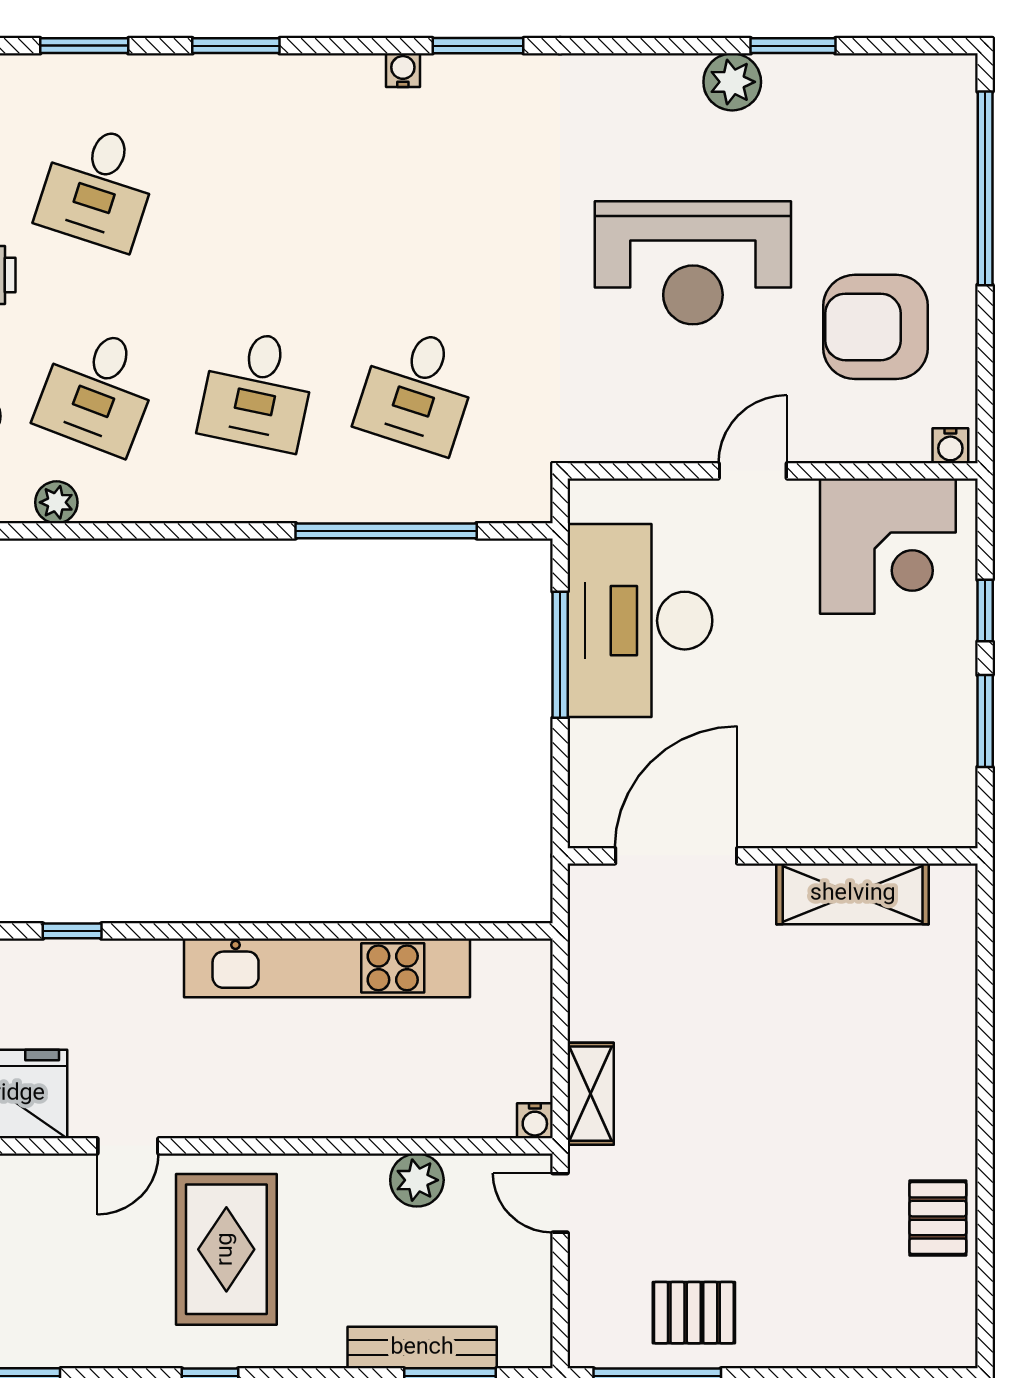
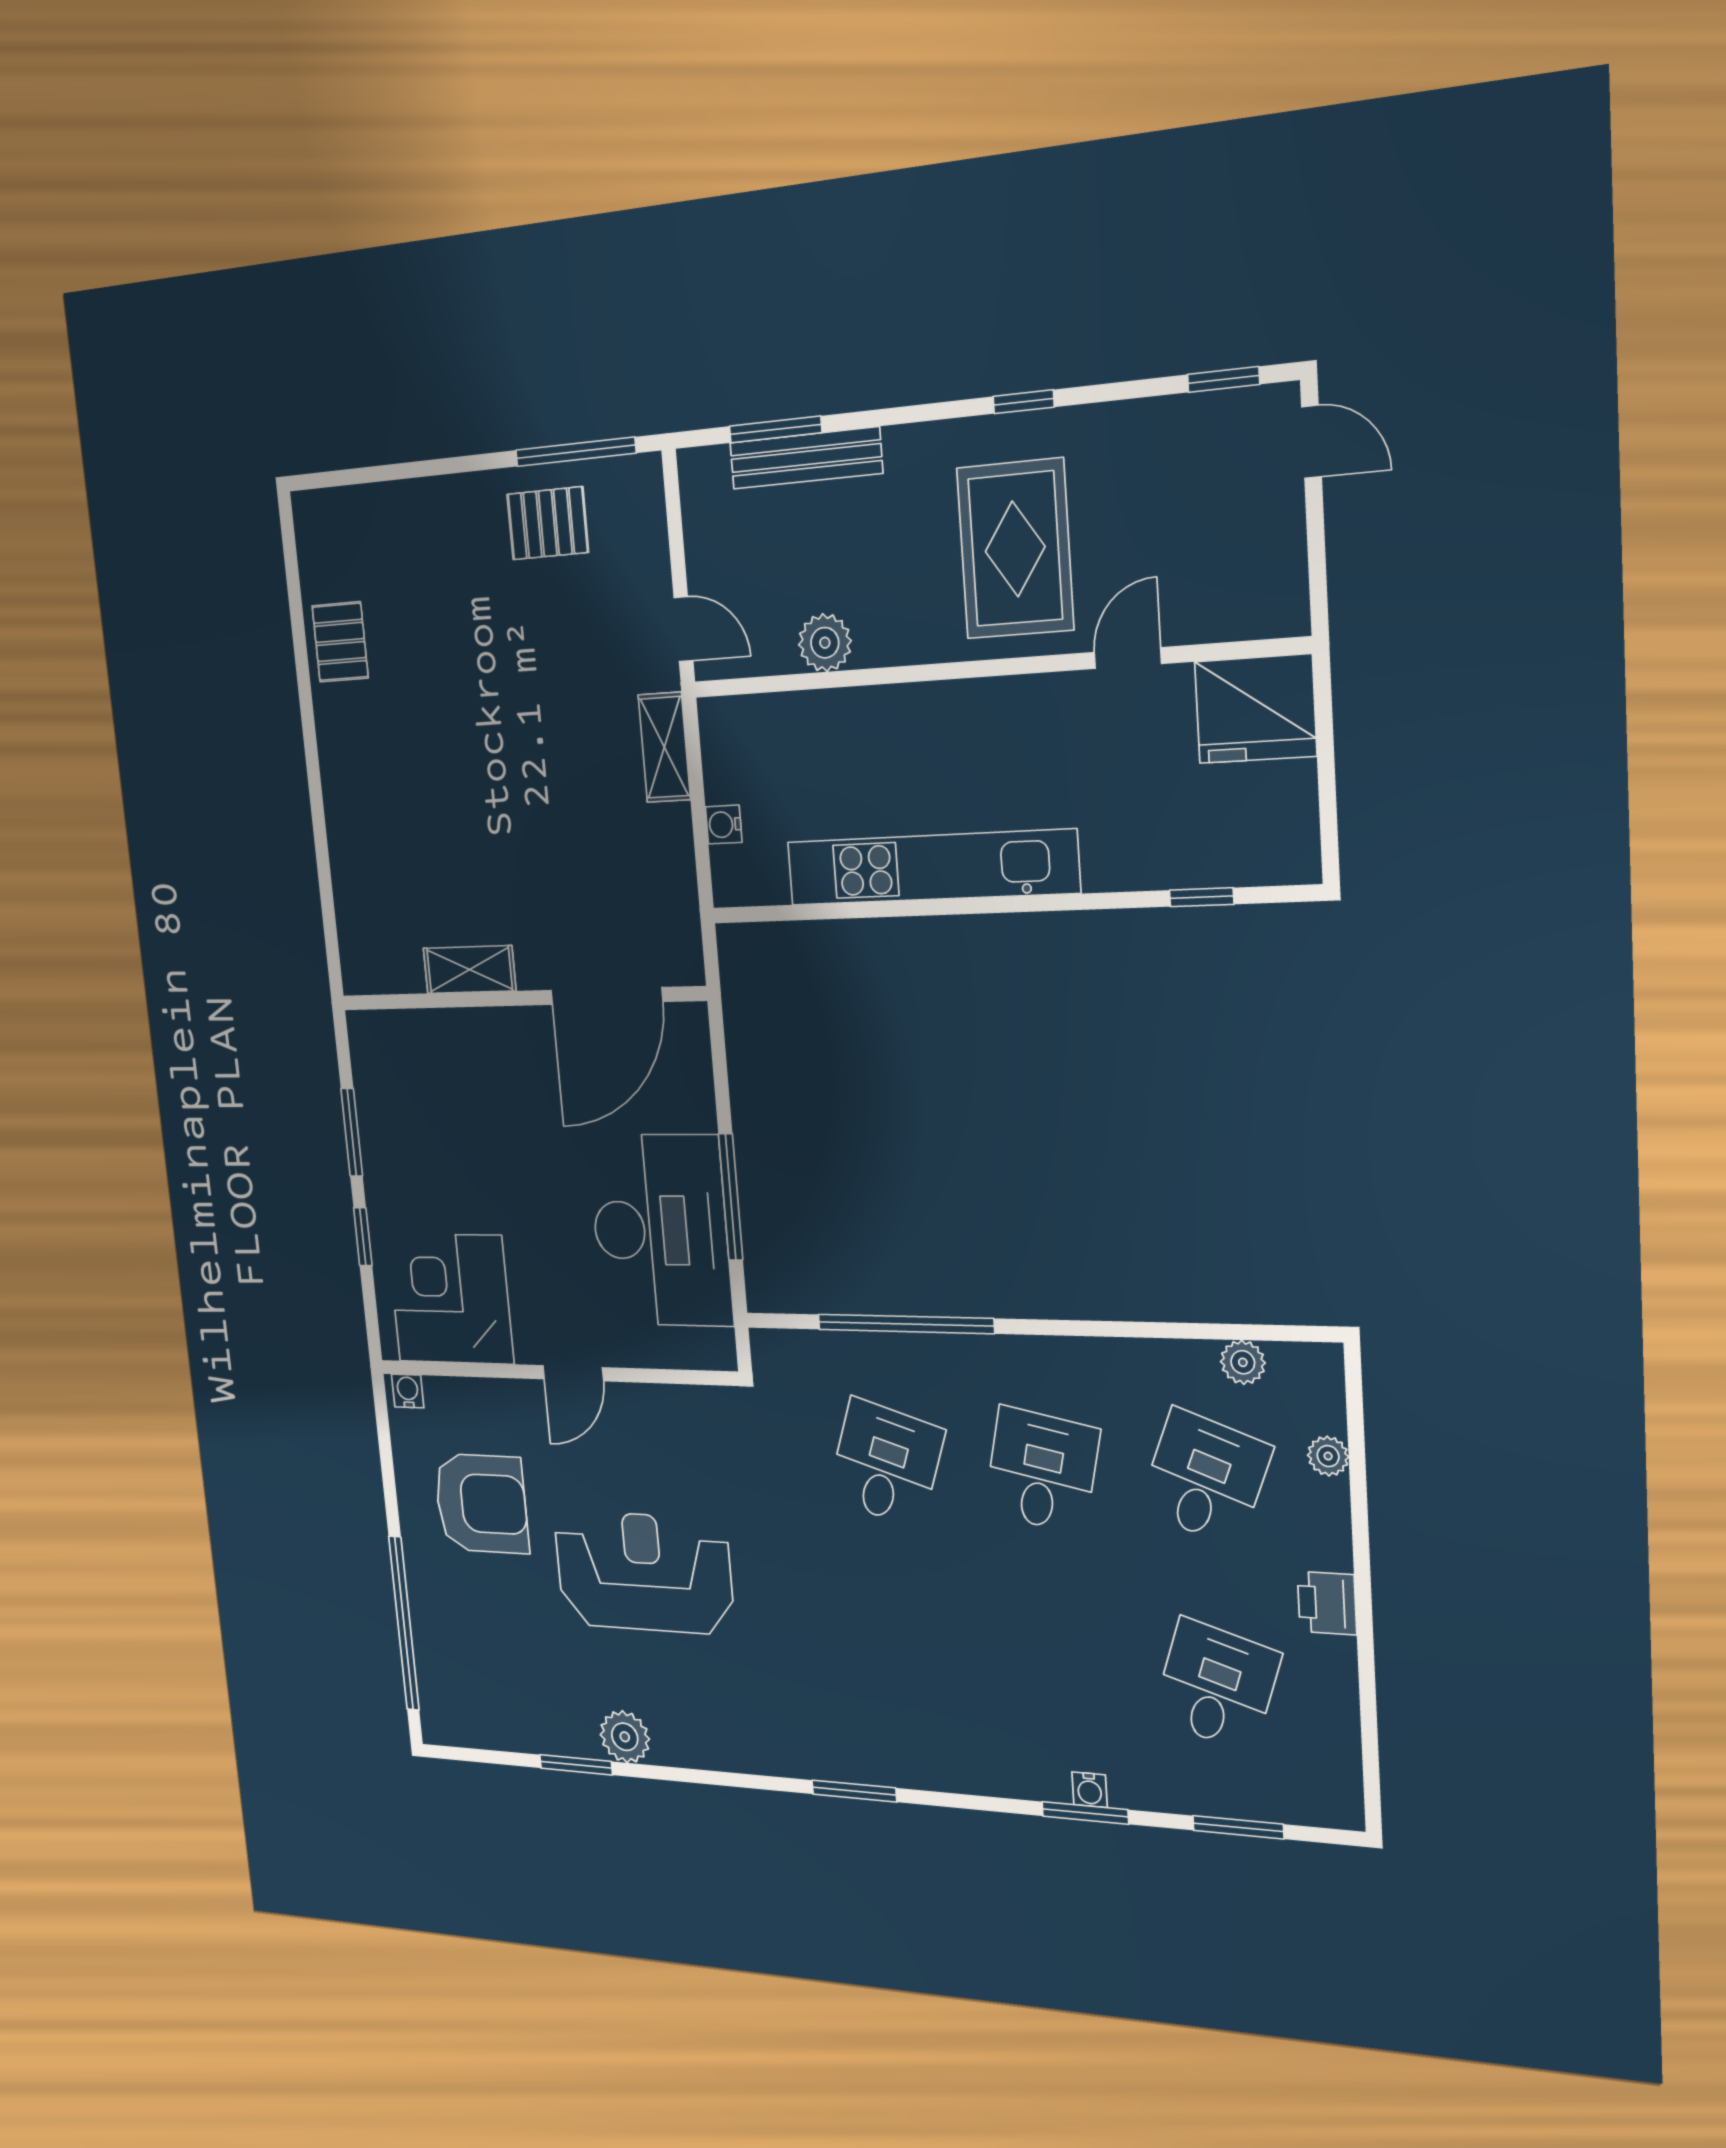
water cooler: (403, 70) -> (1090, 1790), moved
shelving: (853, 894) -> (469, 969), width x0.67, depth x0.75
water cooler: (535, 1121) -> (724, 825), moved, turned -90

